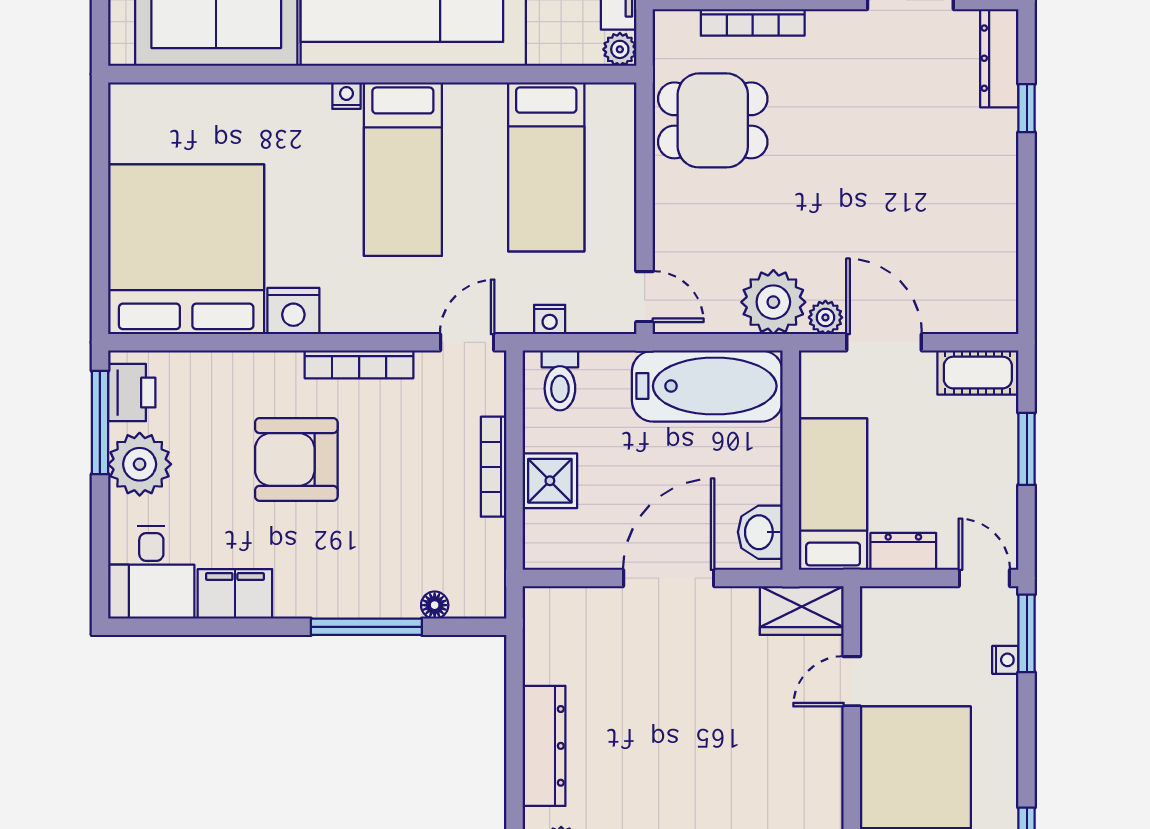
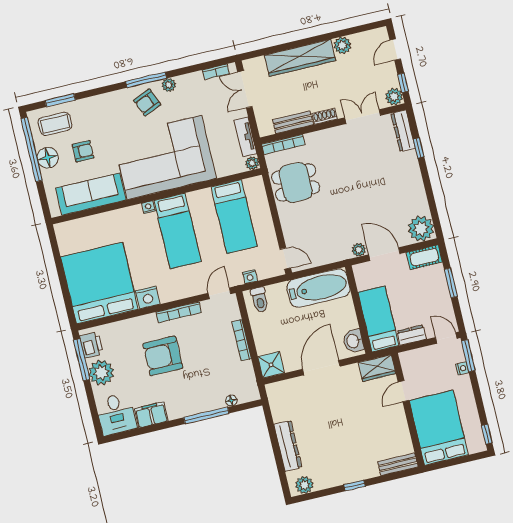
bookcase: (753, 22) -> (283, 144), moved
plant: (773, 302) -> (421, 229), moved
shower: (550, 481) -> (271, 365), moved

